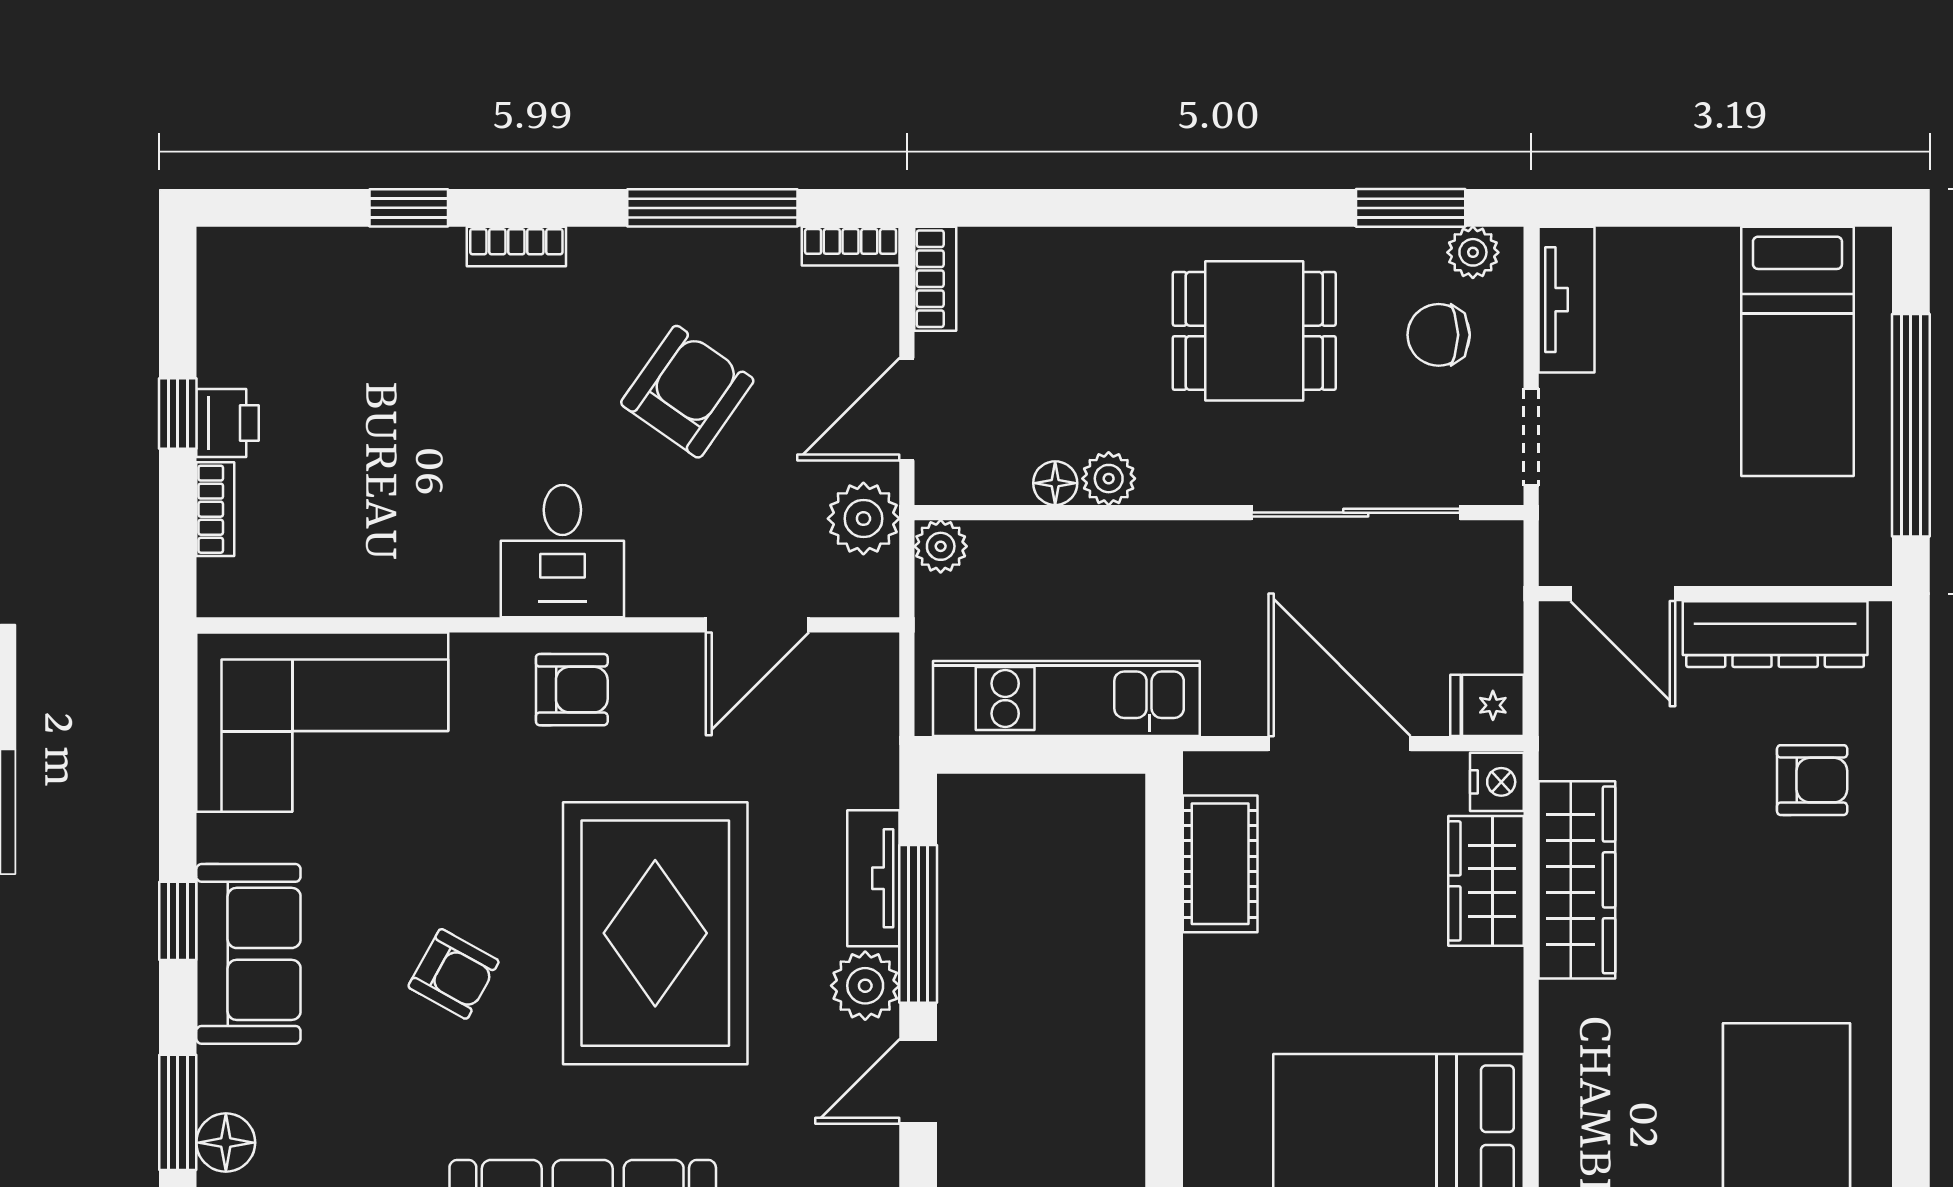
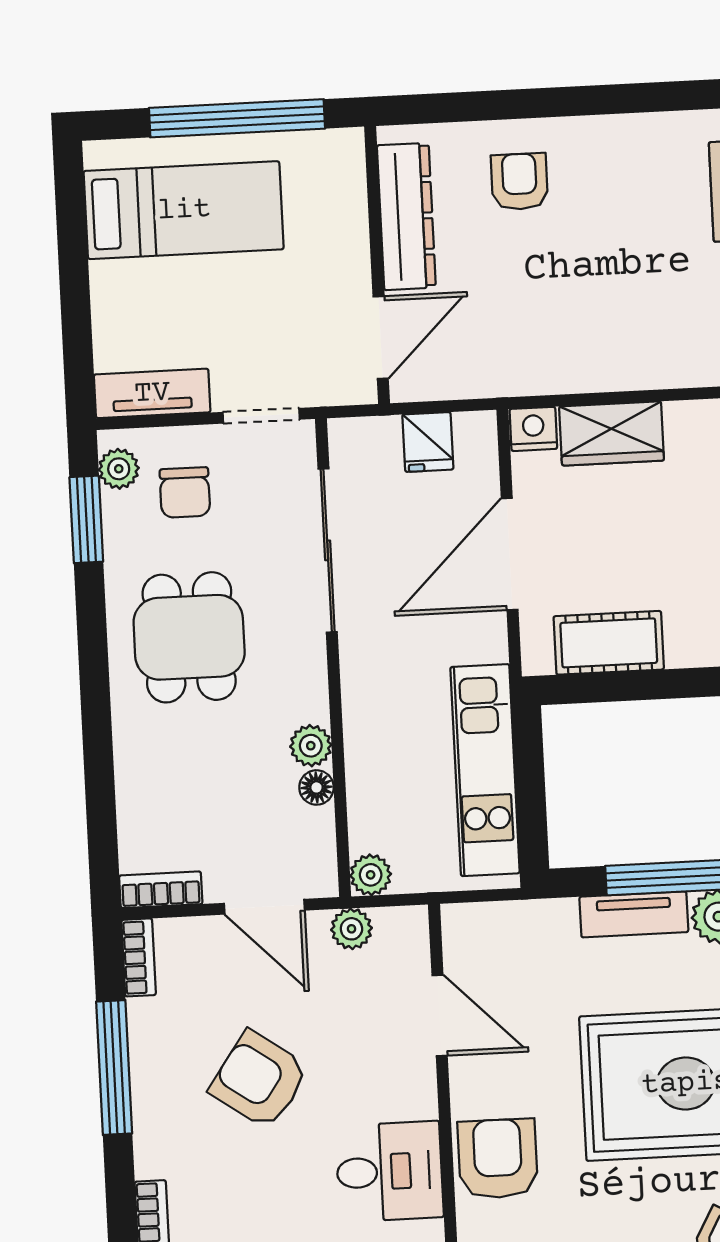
plant: (863, 519) -> (351, 929), width x0.73, depth x0.73
armchair: (572, 690) -> (498, 1159), width x1.38, depth x1.38
fridge: (1487, 705) -> (428, 442), moved
wardrobe: (1577, 880) -> (607, 362), removed

